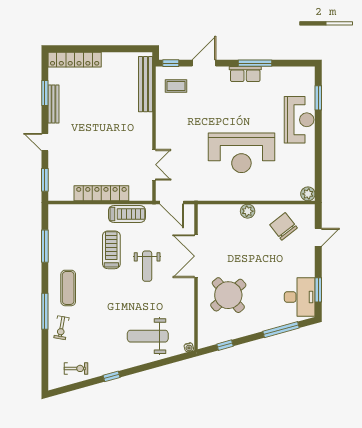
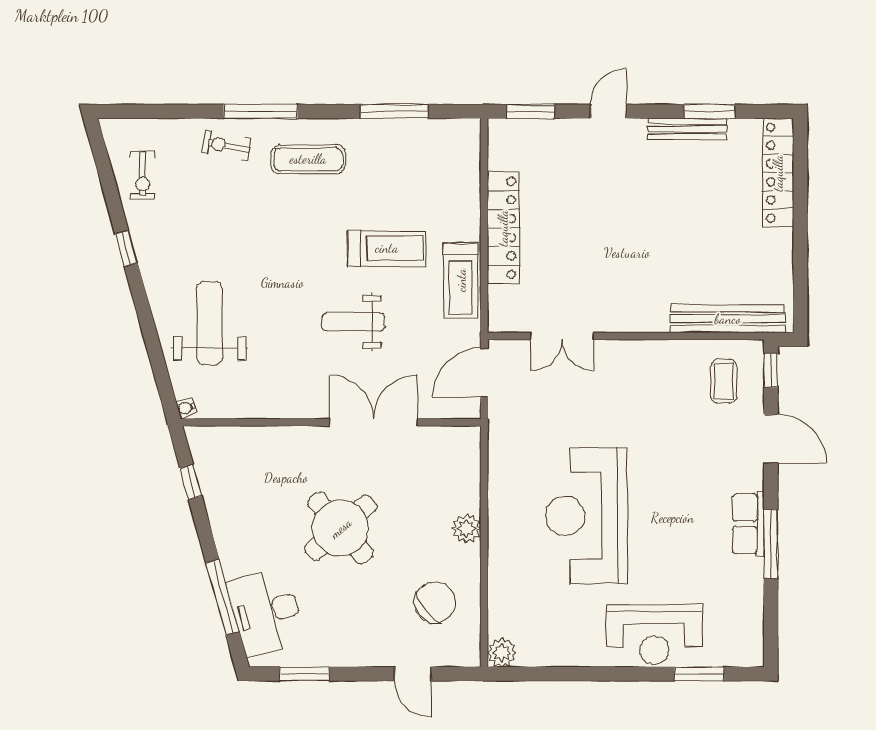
round table: (228, 295) -> (341, 528), moved
desk: (300, 297) -> (266, 612), moved, turned 75

